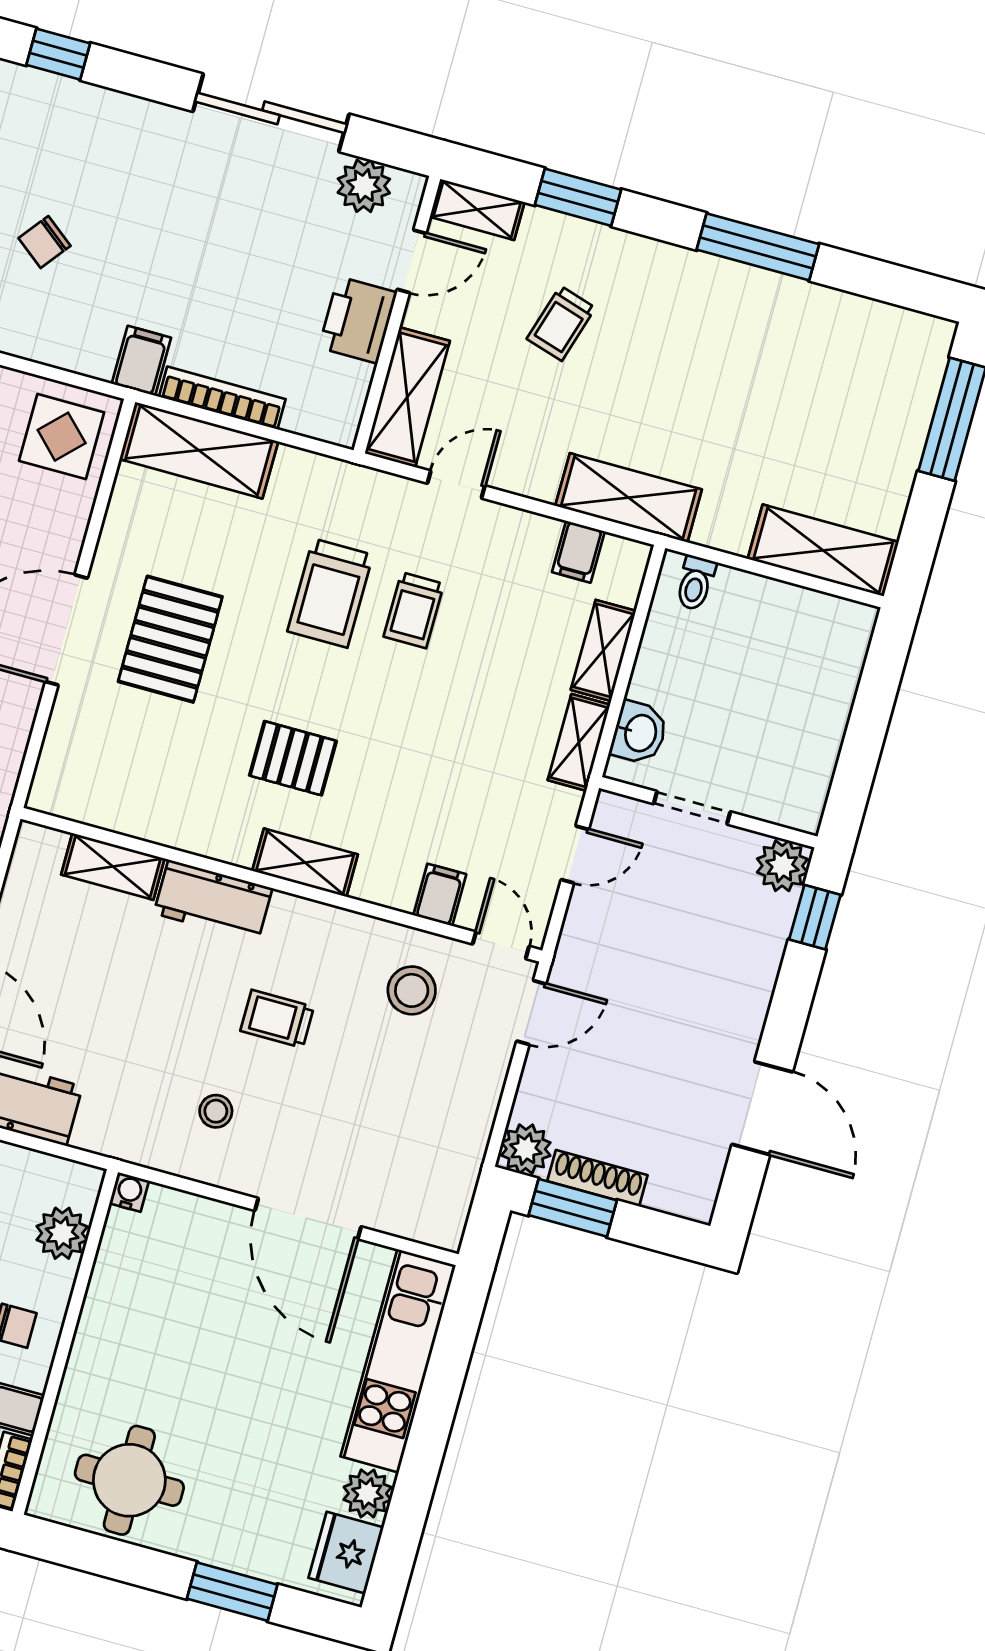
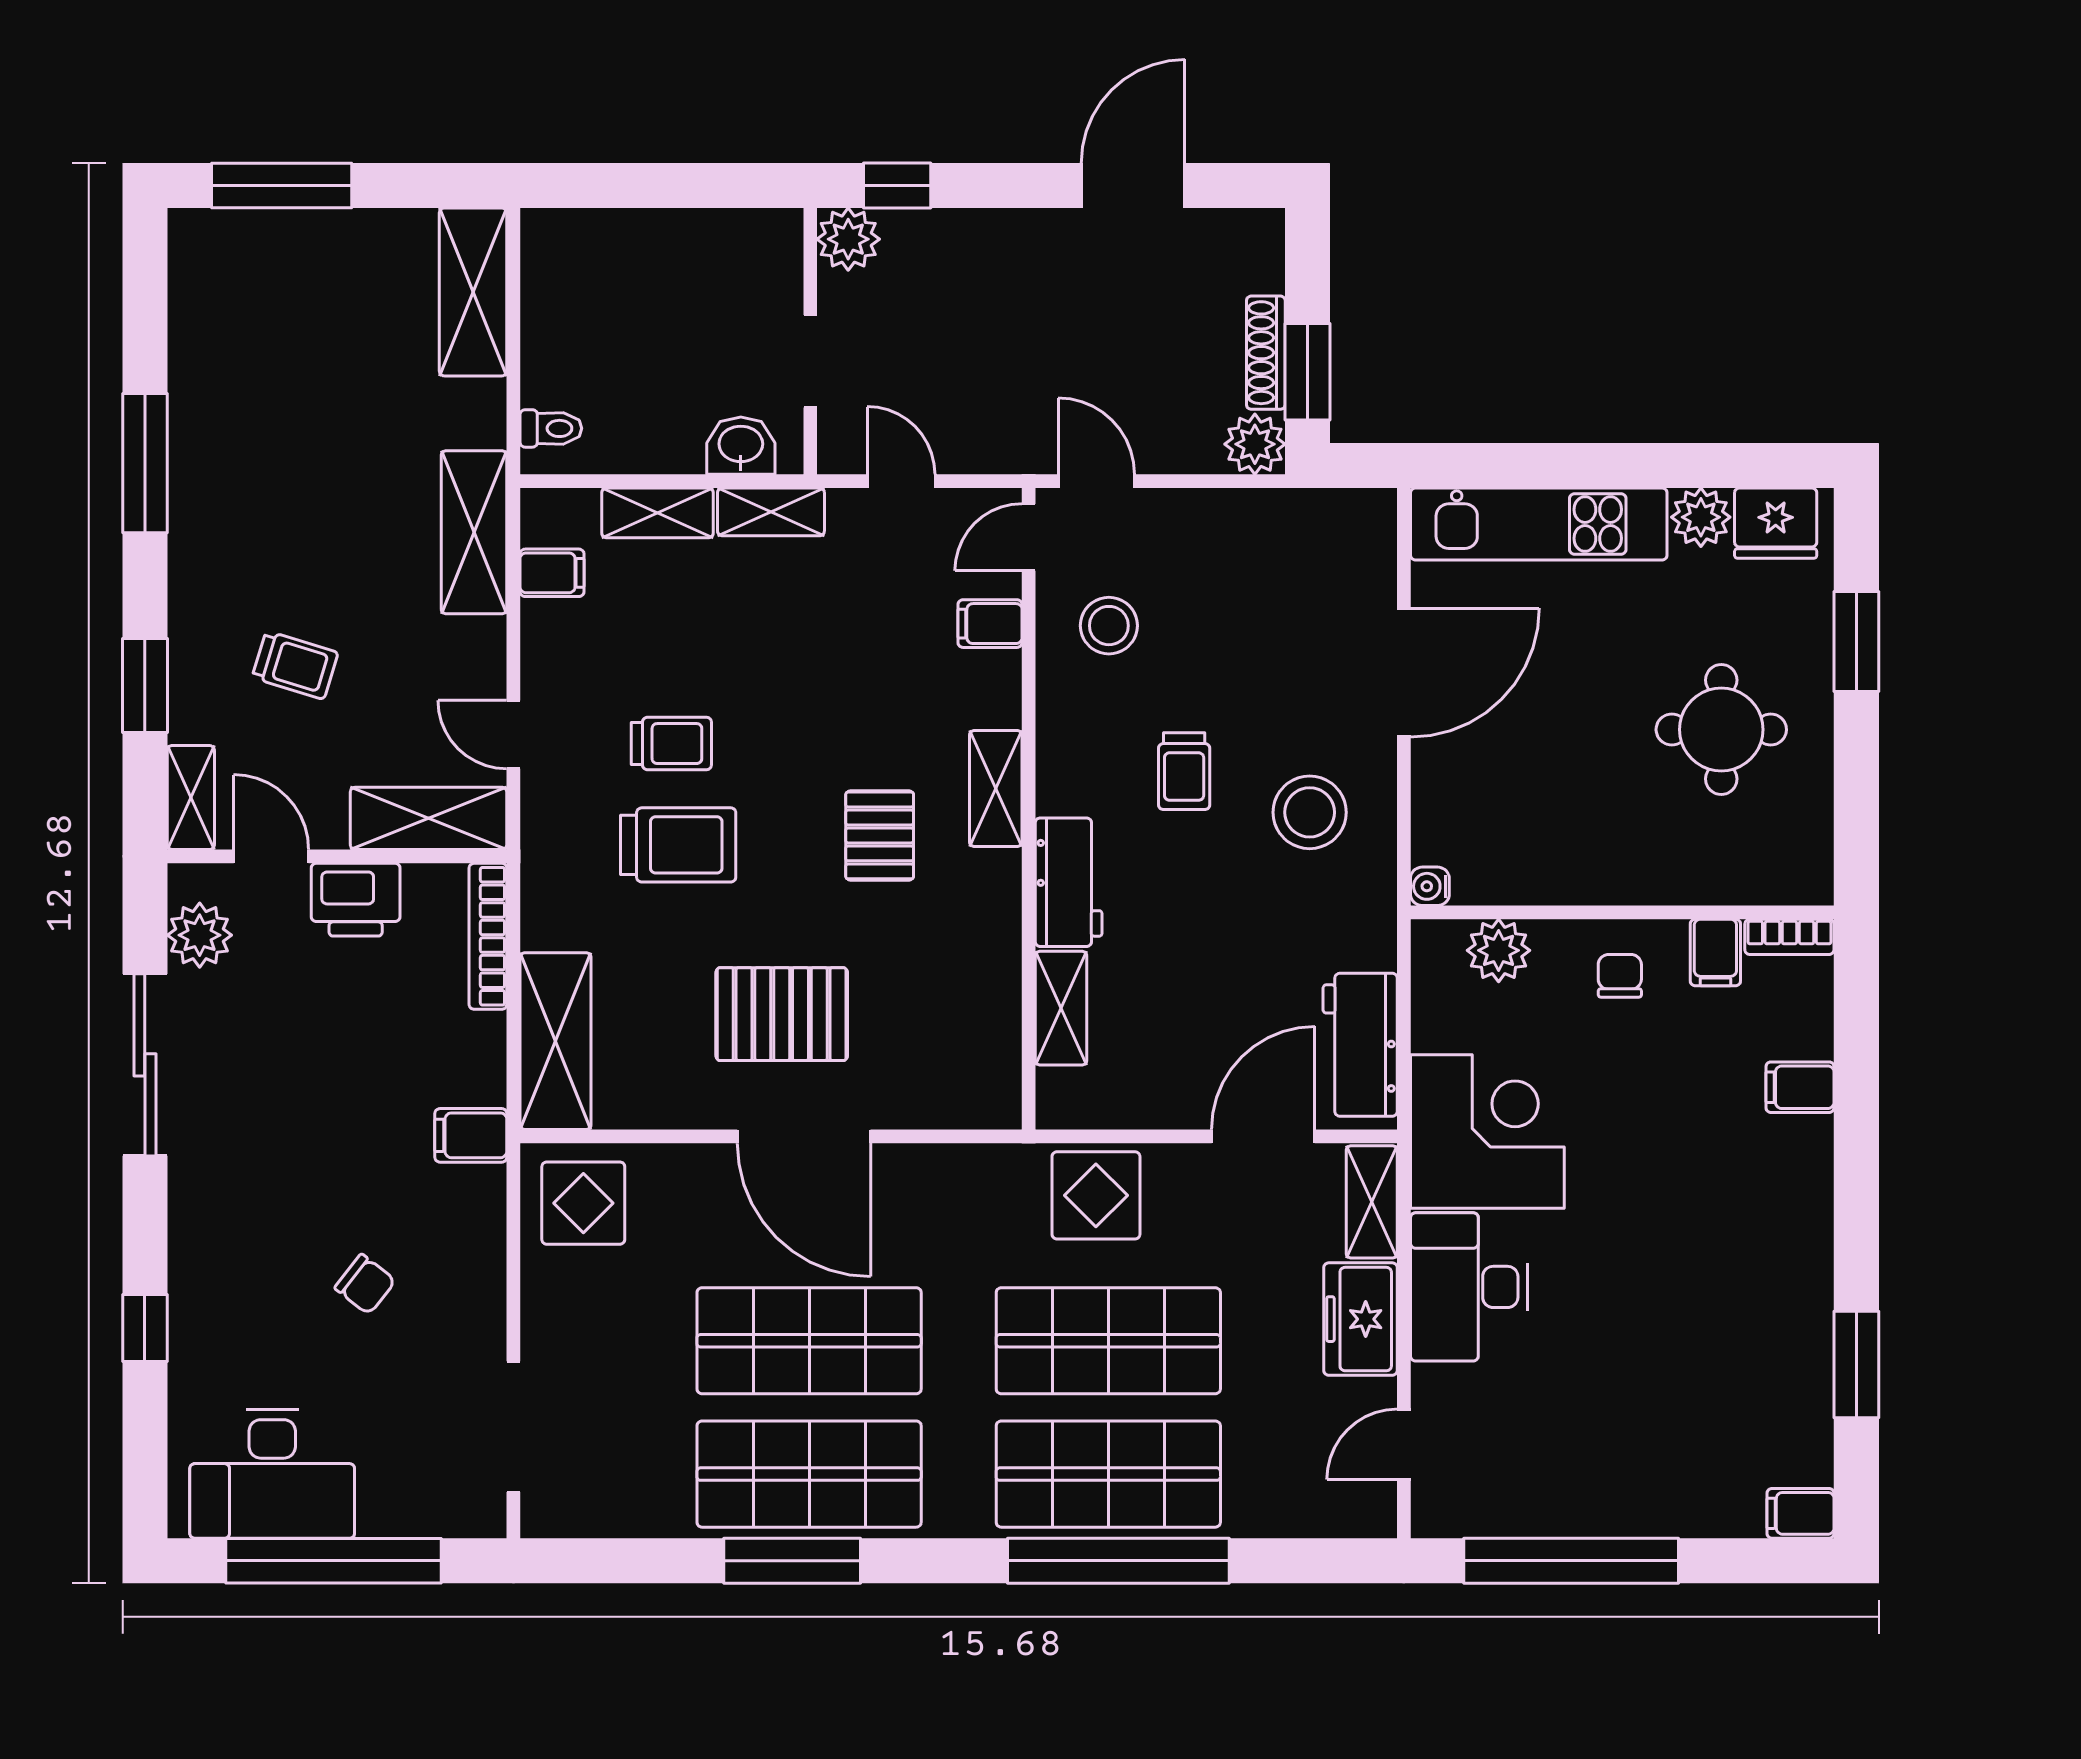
bookcase: (222, 398) -> (488, 936), moved
stool: (216, 1111) -> (1310, 812), width x1.89, depth x1.89
round table: (129, 1480) -> (1721, 730), moved

